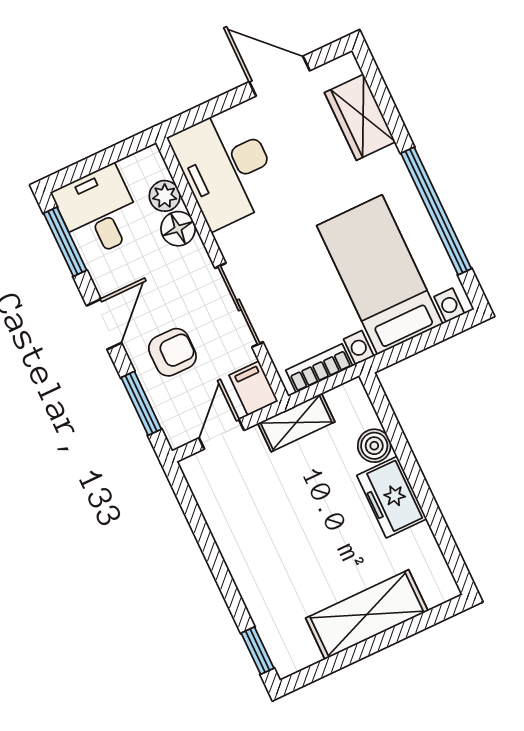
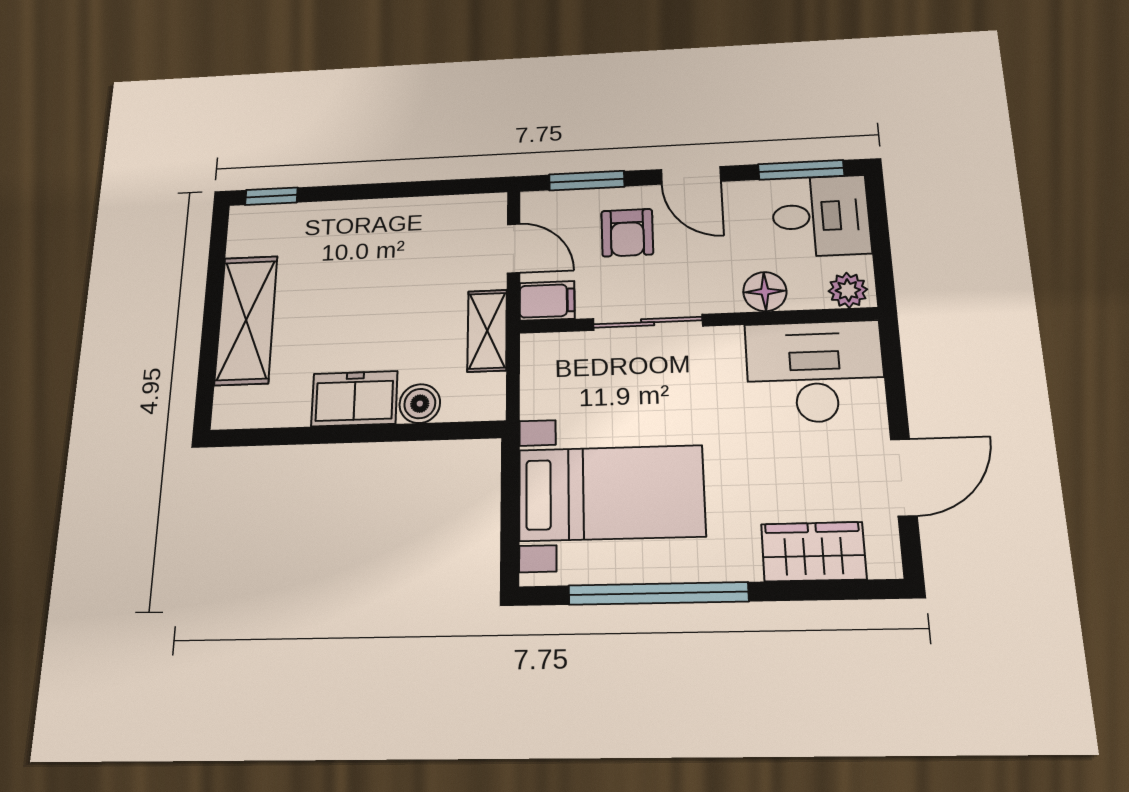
plant: (165, 196) -> (848, 290), moved
bookcase: (319, 368) -> (535, 380), removed

